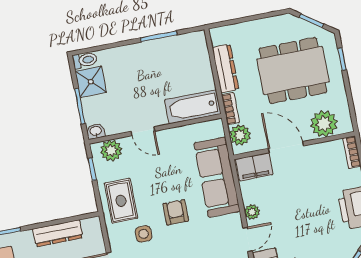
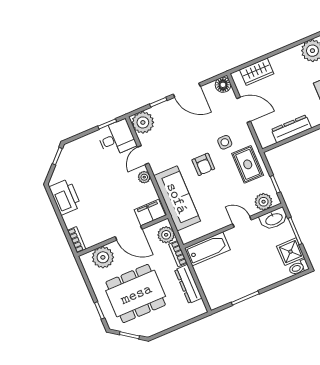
washbasin: (96, 131) -> (274, 219), width x1.91, depth x1.45

